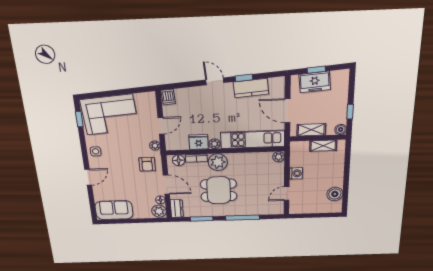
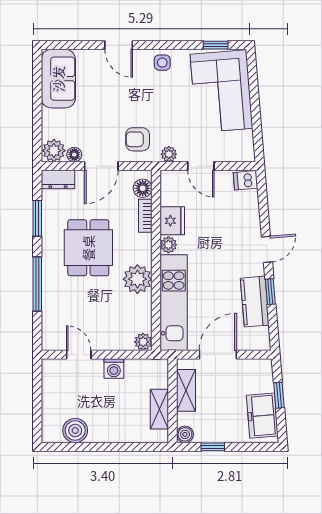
freezer: (315, 82) -> (262, 416), moved
plant: (218, 162) -> (137, 279), moved

